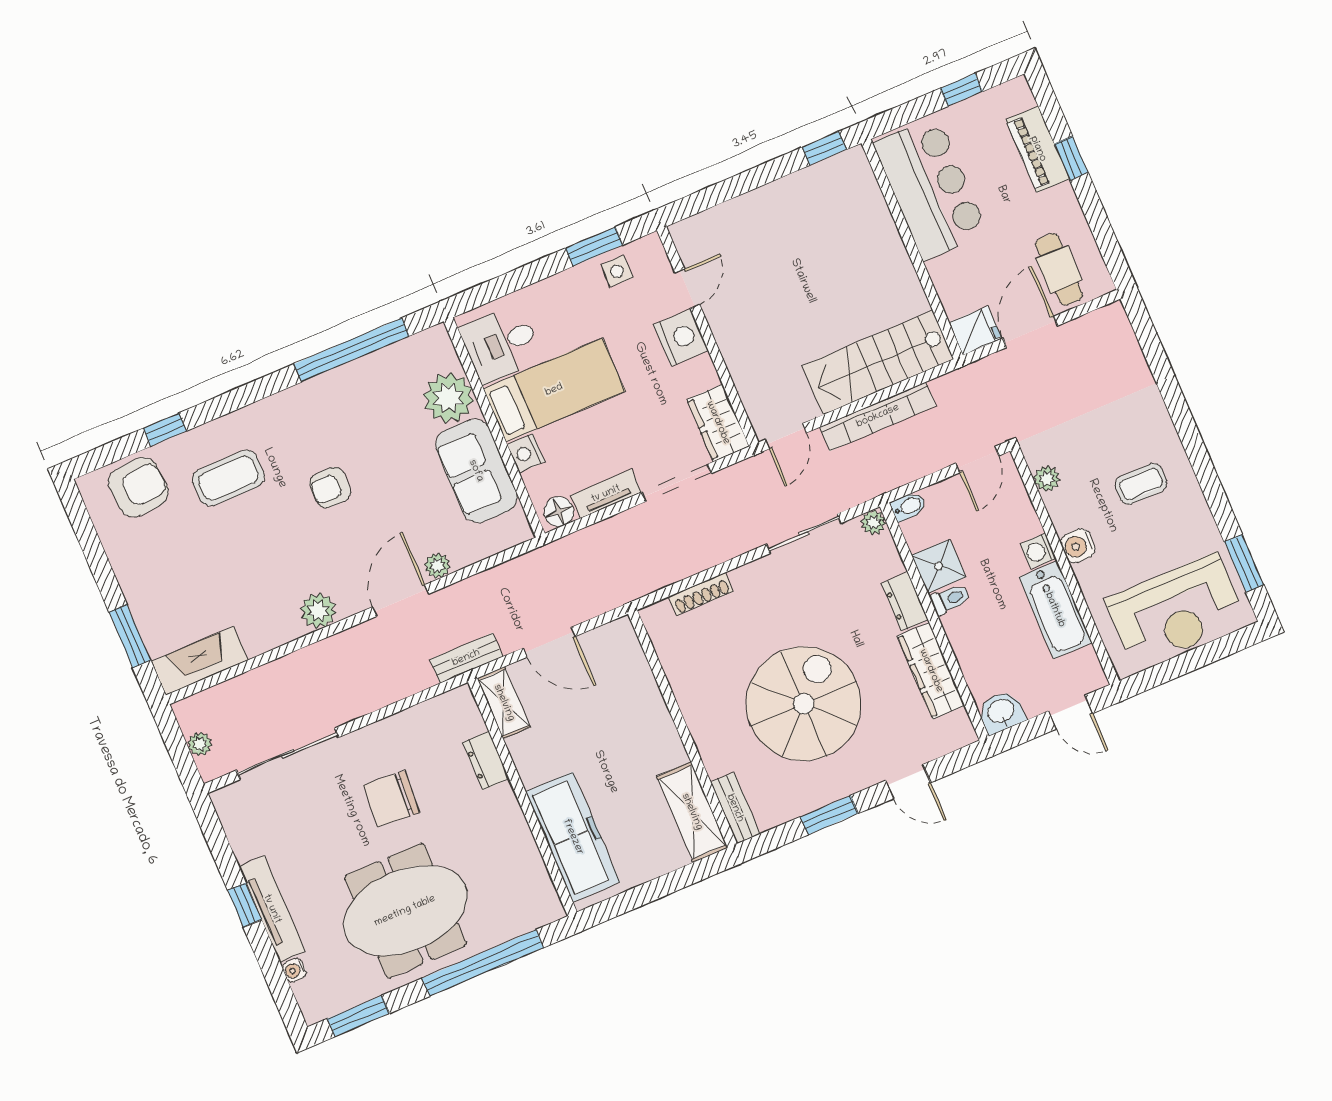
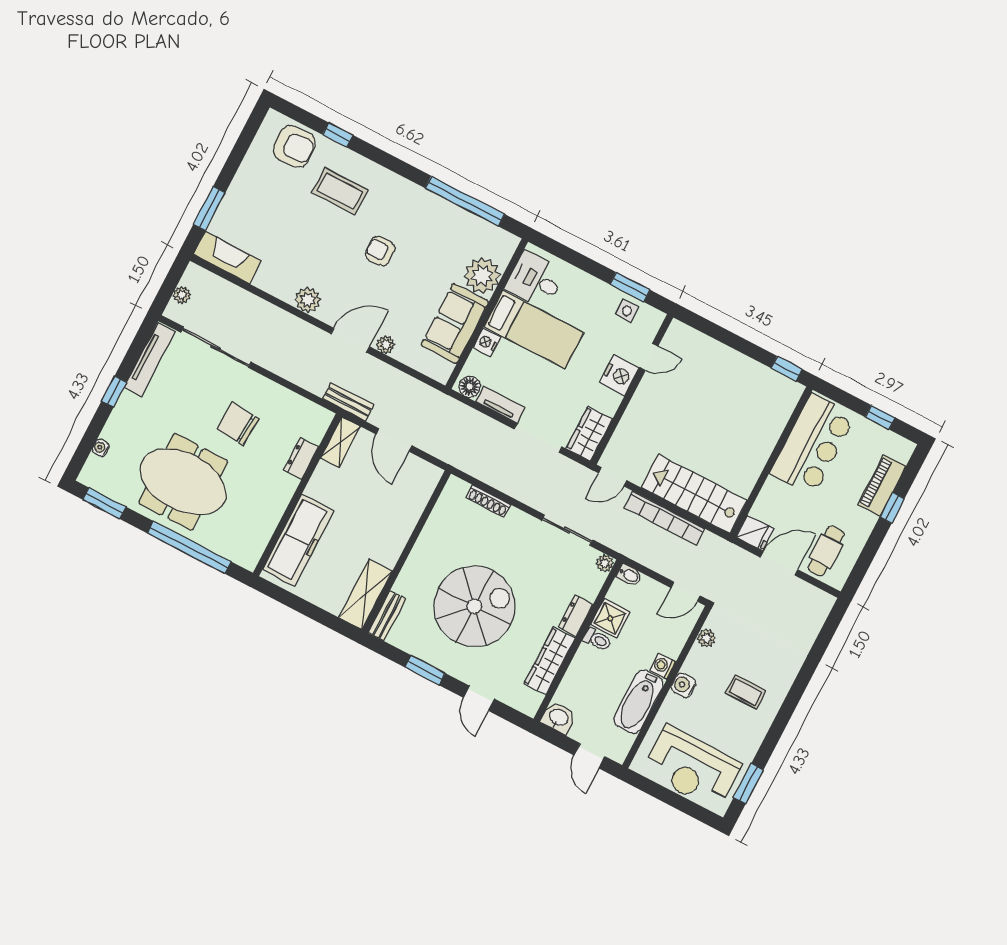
tv unit: (272, 909) -> (150, 359), moved

